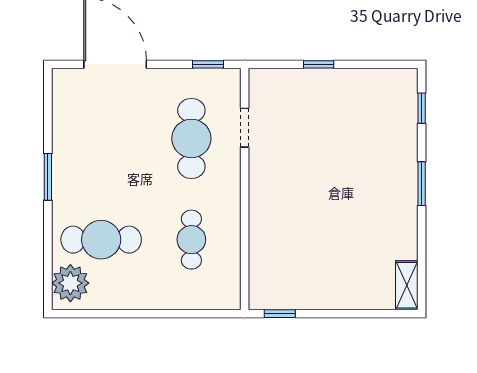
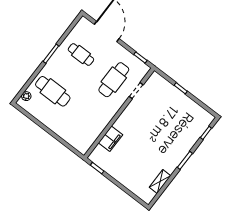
cafe table: (191, 240) -> (81, 55), moved, turned 90
filing cabinet: (264, 245) -> (111, 139), added
plant: (70, 283) -> (26, 96), width x0.53, depth x0.53
shelving: (407, 285) -> (160, 182), moved

